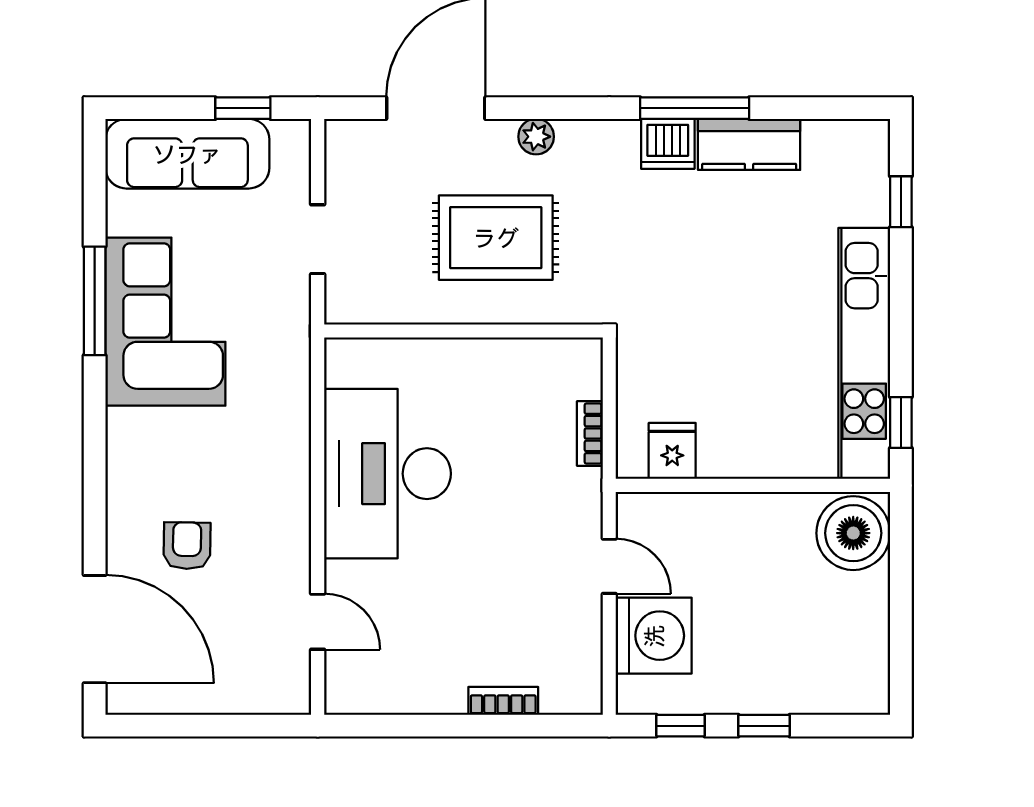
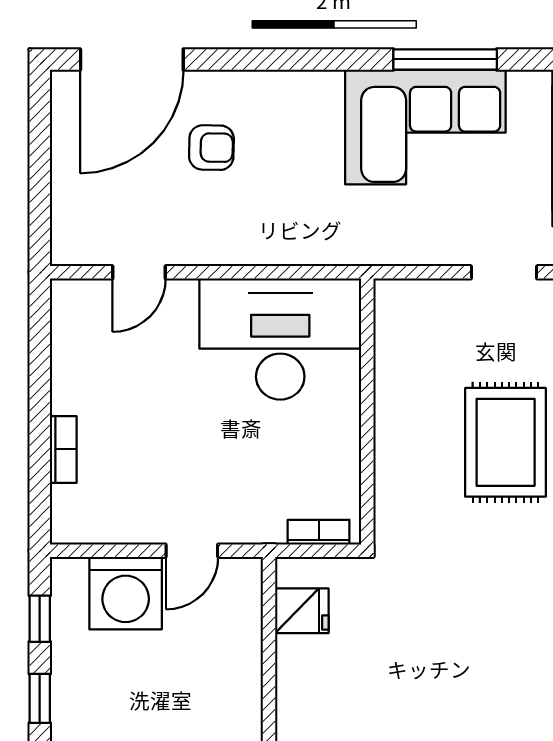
wall: (463, 331) -> (367, 412), moved

